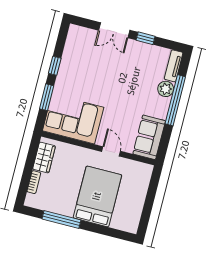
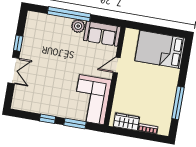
tv unit: (174, 66) -> (40, 18), removed
plant: (166, 89) -> (78, 26), moved
bed: (97, 196) -> (160, 49), moved

